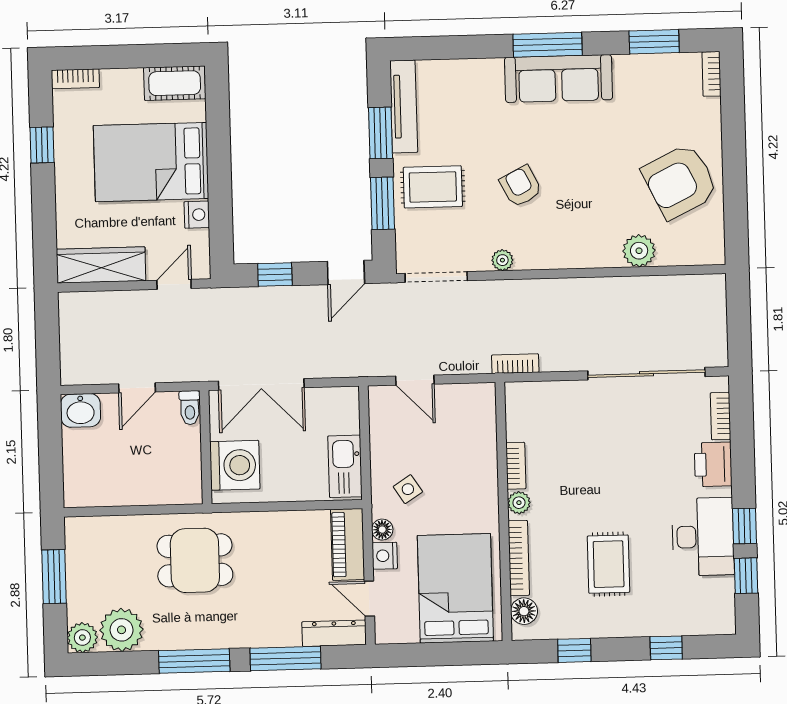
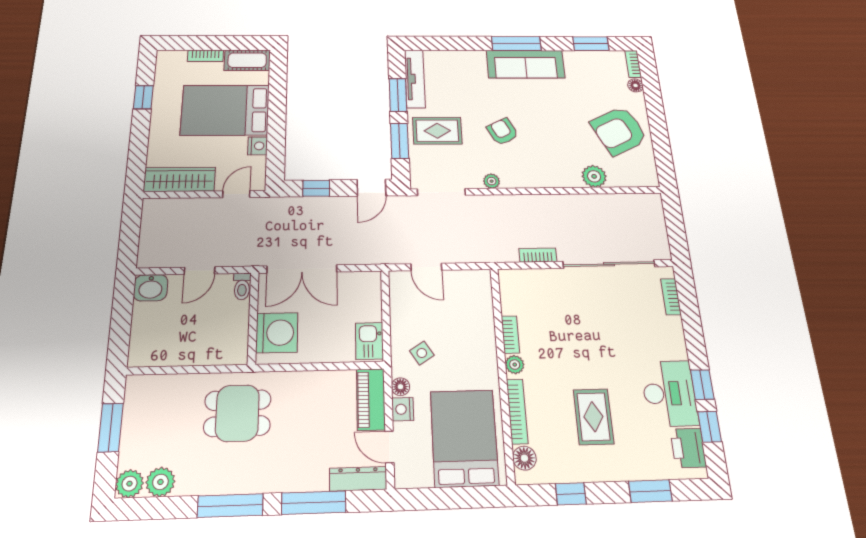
bookcase: (75, 79) -> (205, 56), moved
floor lamp: (711, 109) -> (636, 85), added
bookcase: (515, 364) -> (538, 255), moved
printer: (713, 464) -> (688, 448), moved
kitchen sink: (345, 466) -> (369, 341), width x0.73
plant: (122, 630) -> (160, 482), width x0.73, depth x0.73
window: (666, 648) -> (650, 491), width x1.50

